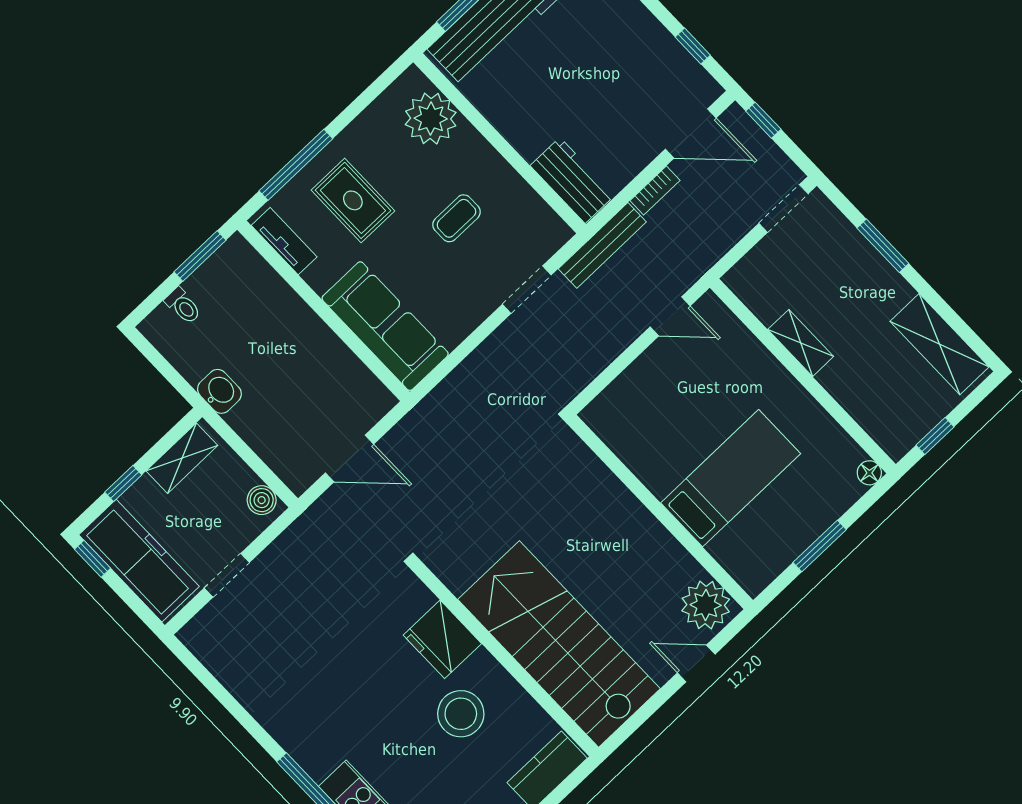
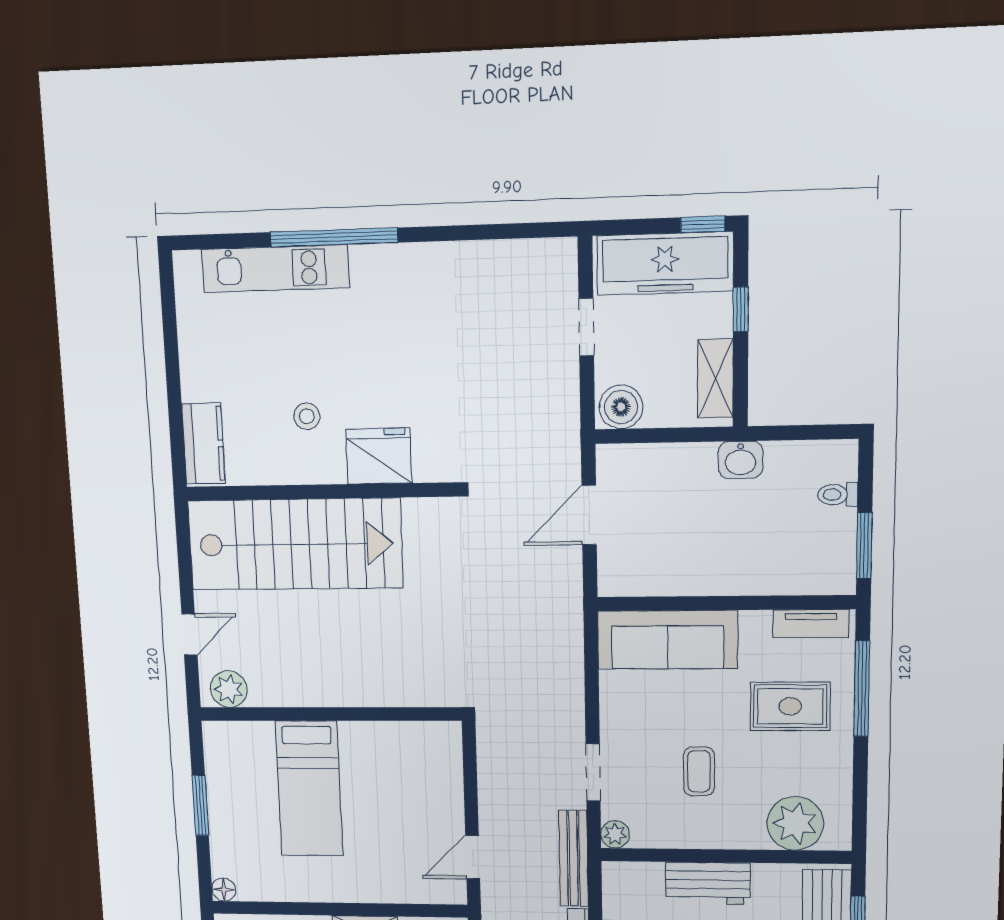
workbench: (573, 180) -> (708, 883), moved
plant: (557, 233) -> (615, 834), added
boiler: (262, 500) -> (621, 407), width x1.36, depth x1.36
plant: (706, 605) -> (229, 689), width x0.73, depth x0.73
stool: (461, 714) -> (307, 416), width x0.53, depth x0.53

